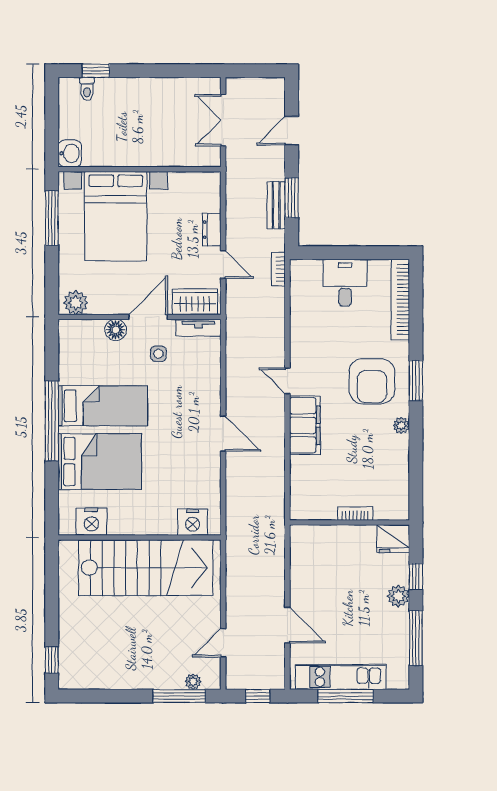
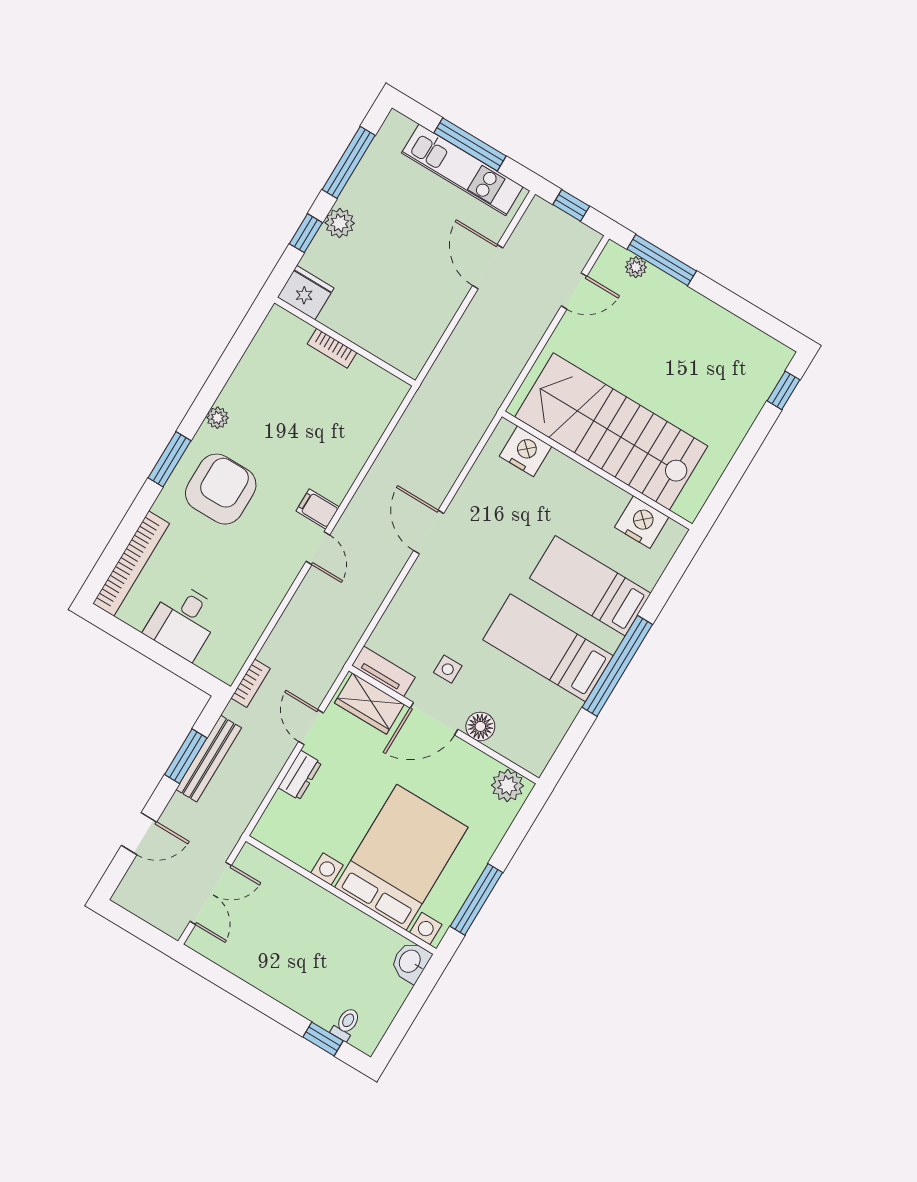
bench: (276, 205) -> (209, 759), width x1.36
filing cabinet: (305, 425) -> (318, 509), width x0.33, depth x0.86
bed: (100, 462) -> (590, 586), width x0.67

